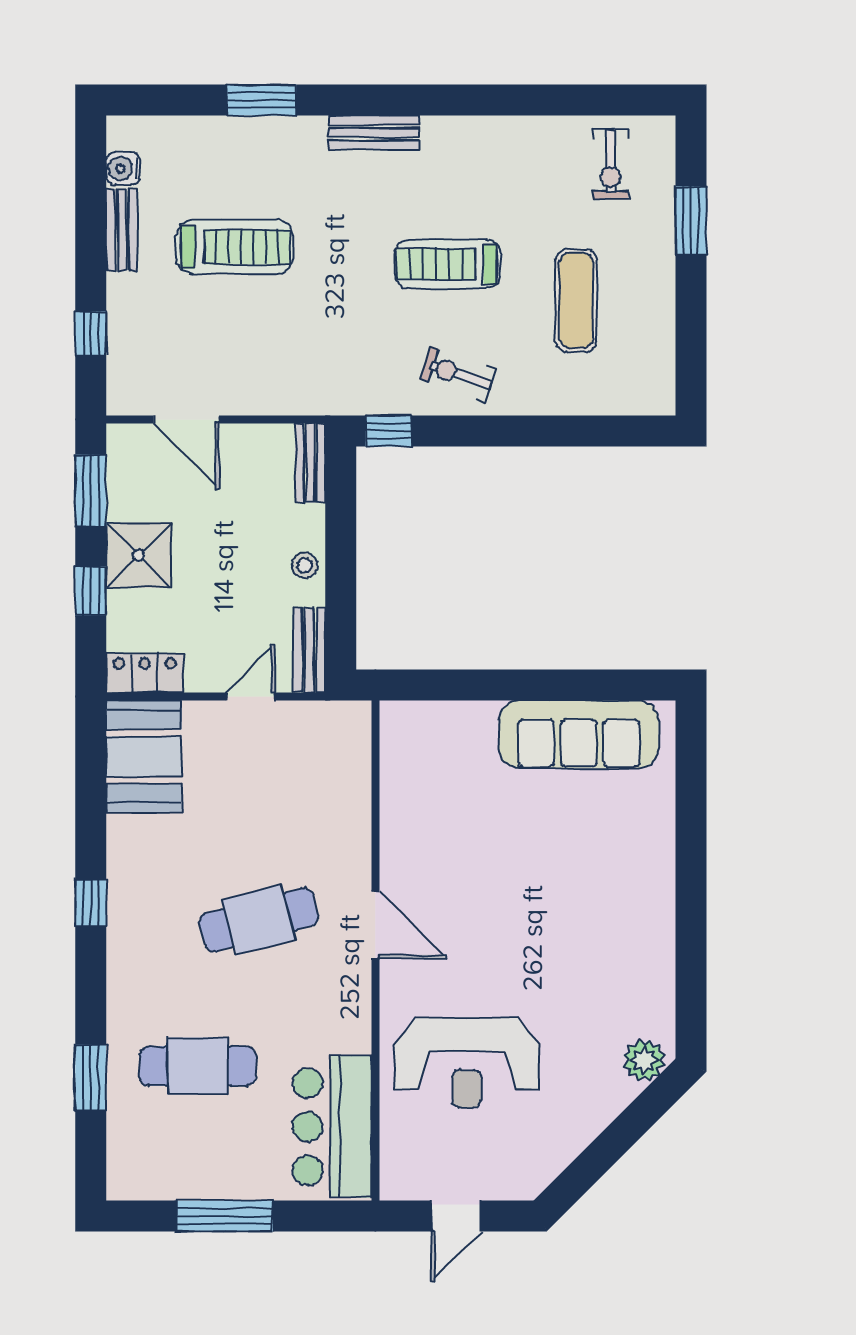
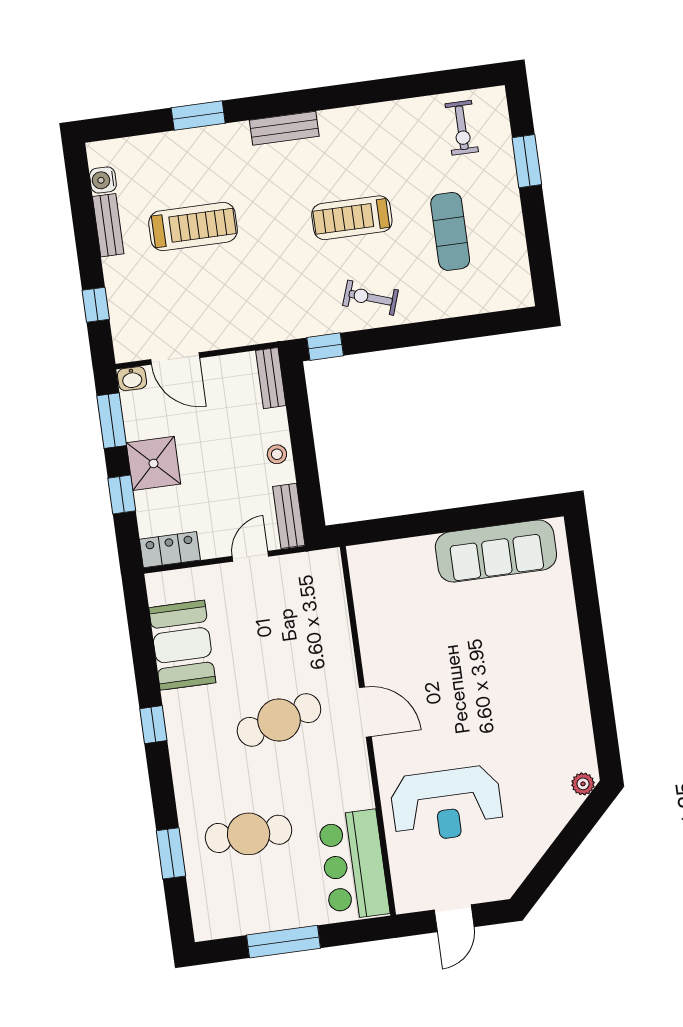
washbasin: (125, 438) -> (132, 379), added
booth: (144, 757) -> (182, 645), moved
plant: (644, 1060) -> (583, 784), width x0.73, depth x0.73

